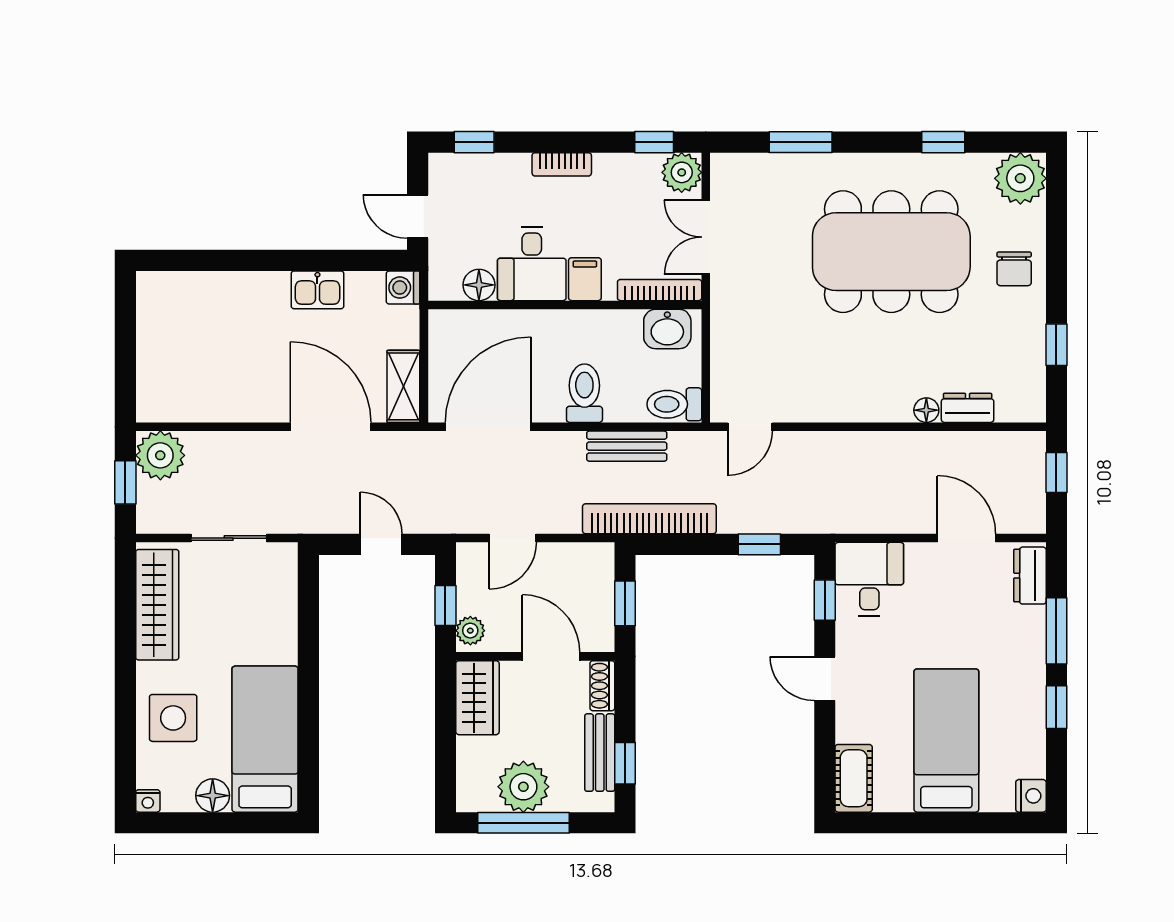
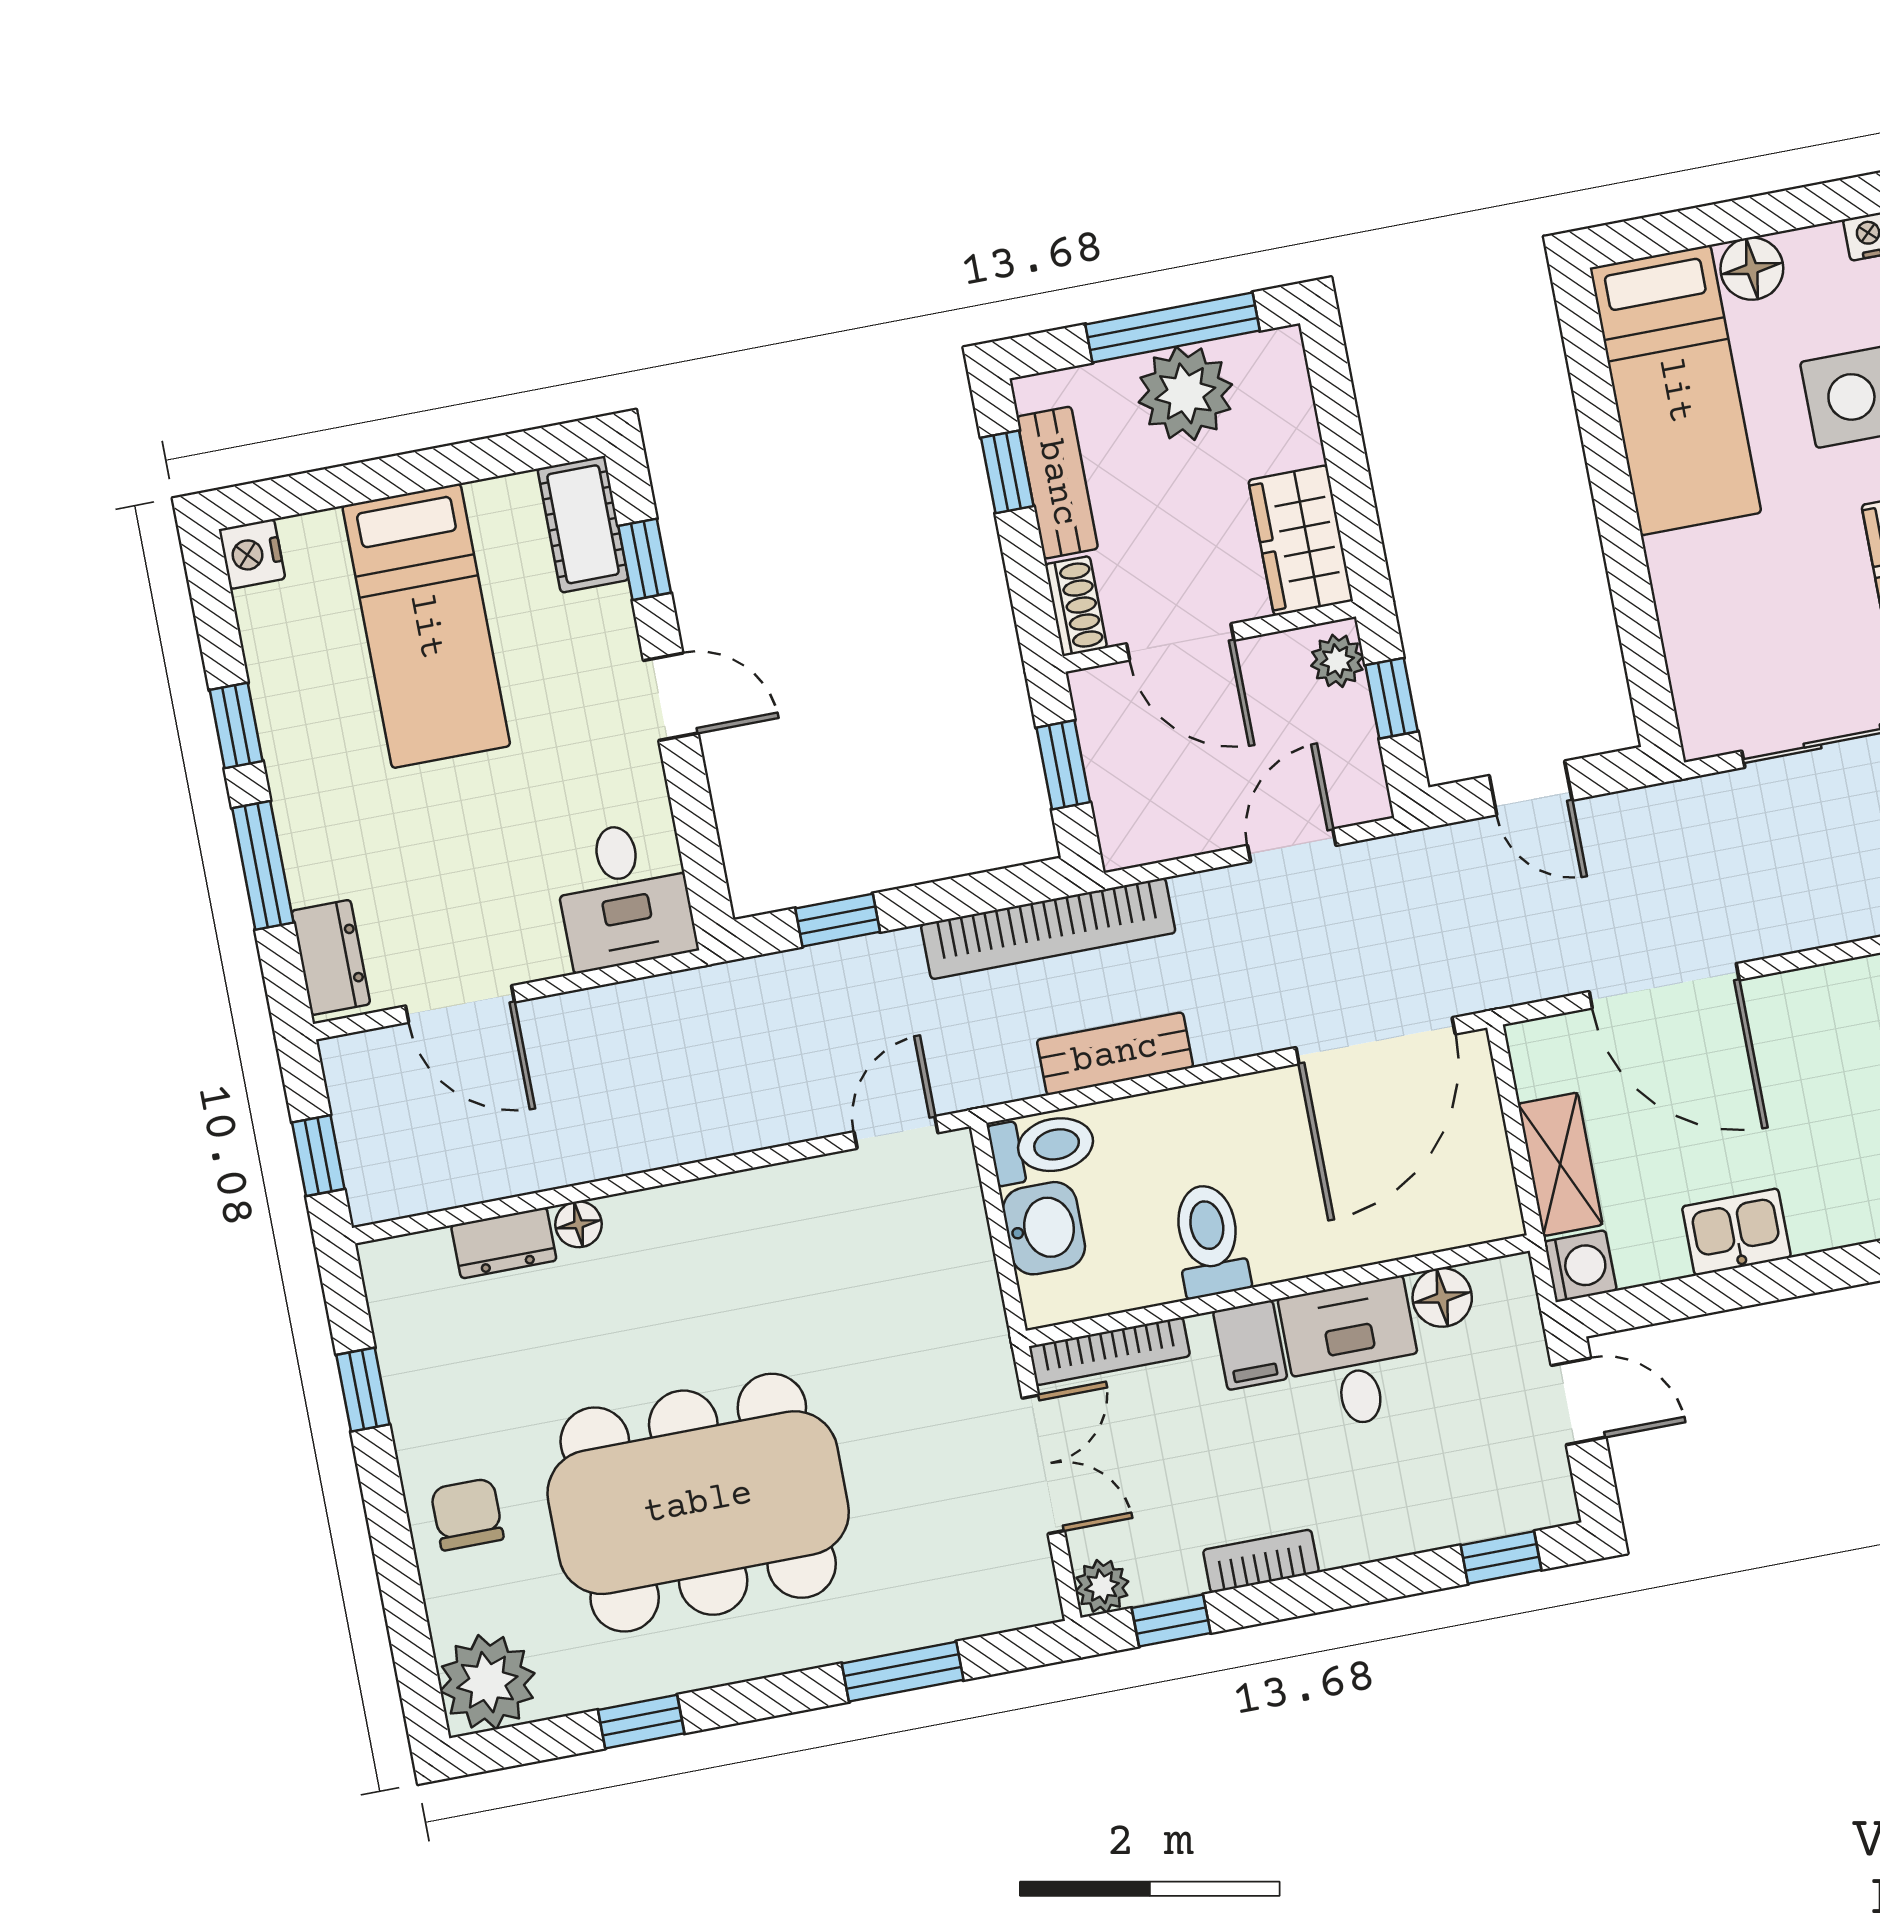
bookcase: (562, 164) -> (1261, 1561), moved
plant: (682, 172) -> (1102, 1586), width x0.73, depth x0.73
washbasin: (667, 329) -> (1044, 1228), moved, turned 90
shelving: (403, 386) -> (1560, 1164), moved
toilet: (584, 393) -> (1210, 1240), moved, turned 180
window: (825, 600) -> (645, 559), moved

